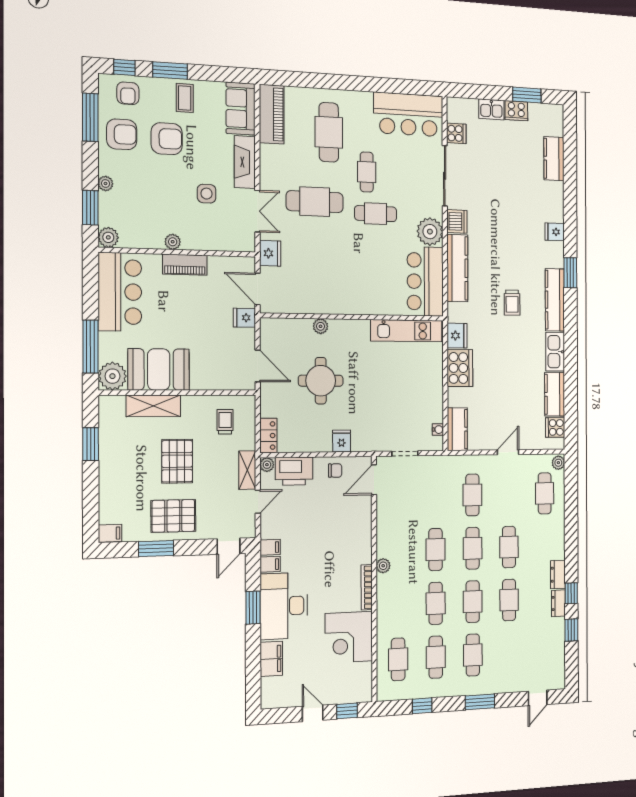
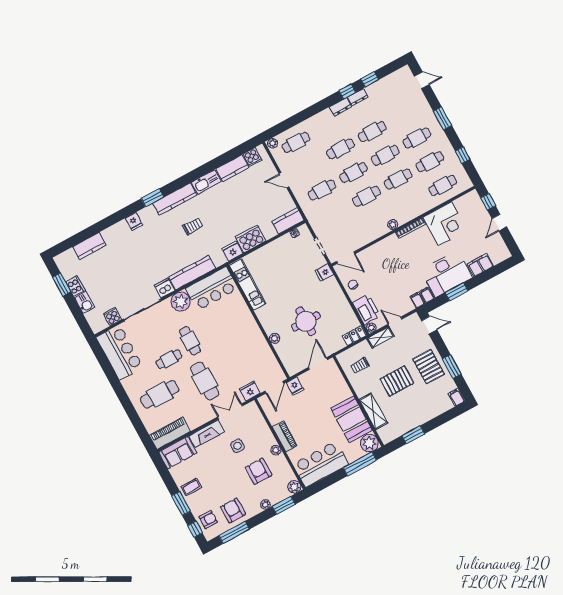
armchair: (167, 139) -> (259, 471), moved
fridge: (342, 441) -> (324, 272), moved

